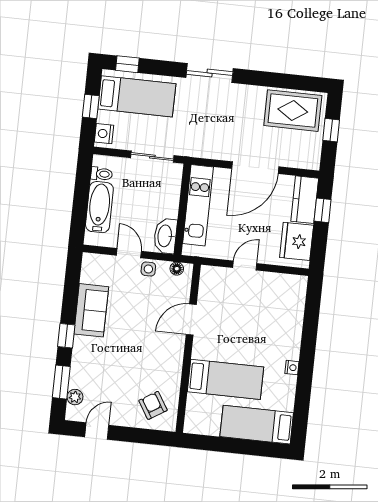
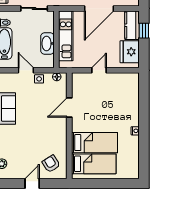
washbasin: (165, 236) -> (47, 43), moved
bed: (257, 425) -> (94, 164), moved, turned 180
door: (97, 431) -> (32, 183), moved

